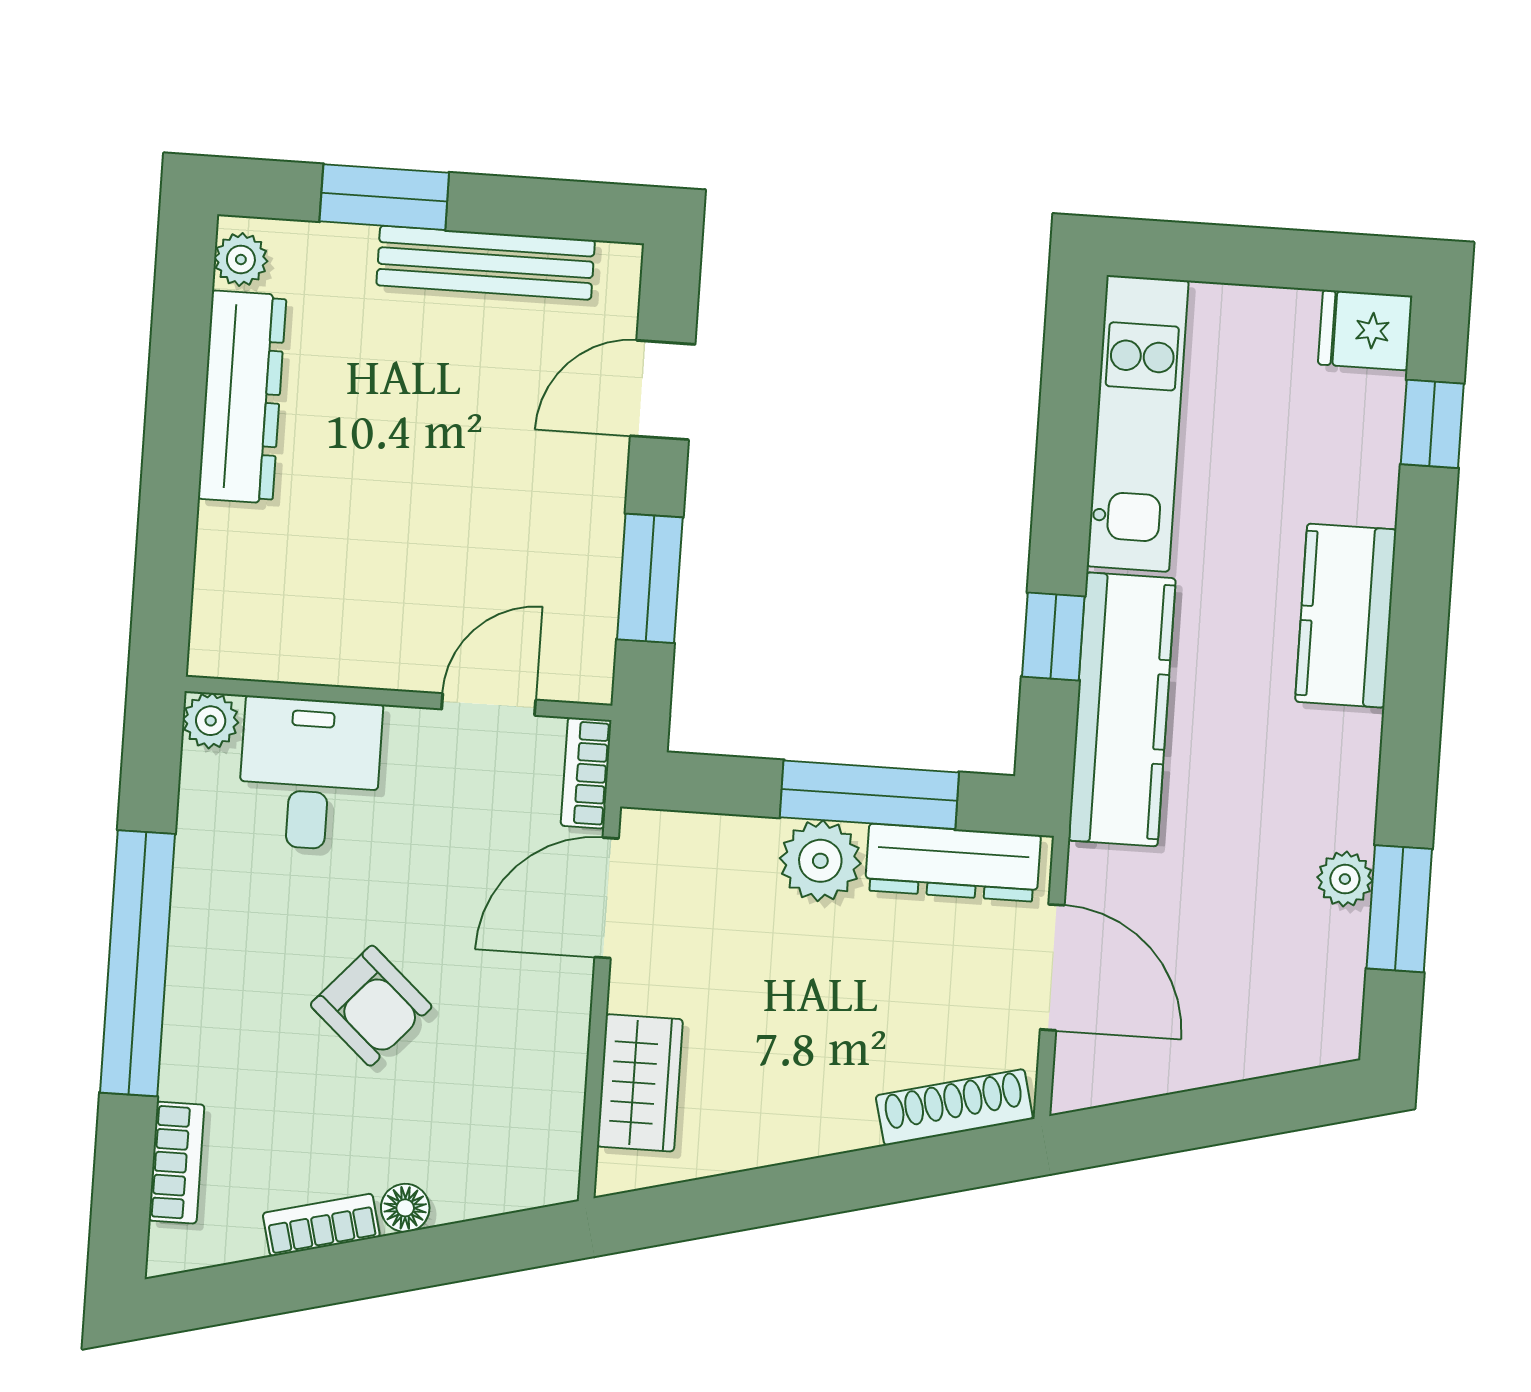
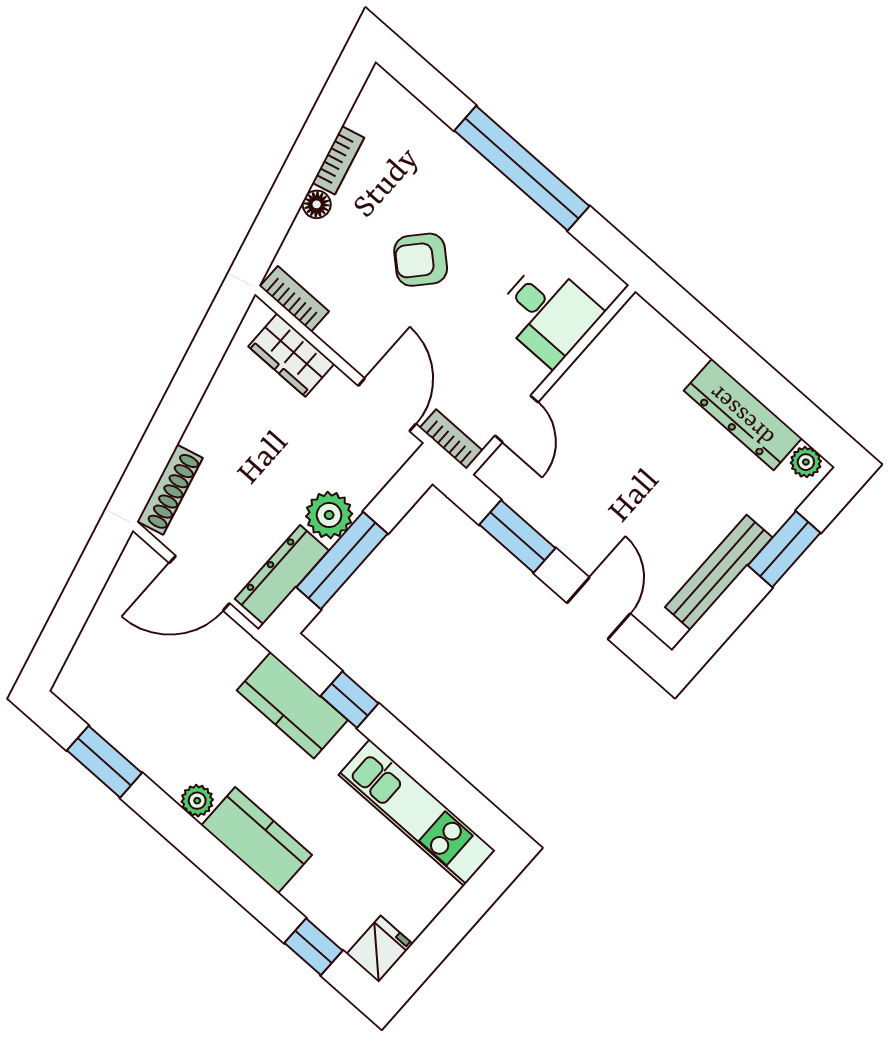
kitchen counter: (1122, 709) -> (292, 705), width x0.67
plant: (211, 721) -> (607, 287), removed
plant: (1345, 879) -> (197, 801), moved
bookcase: (176, 1163) -> (294, 299), moved, turned 180

